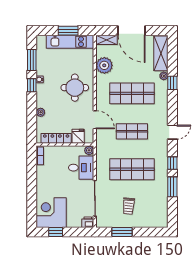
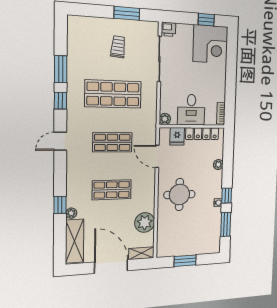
kitchen unit: (70, 42) -> (183, 248), removed
shop shelf: (132, 93) -> (112, 190), width x0.70, depth x0.74
desk: (81, 168) -> (191, 110), moved, turned -90

